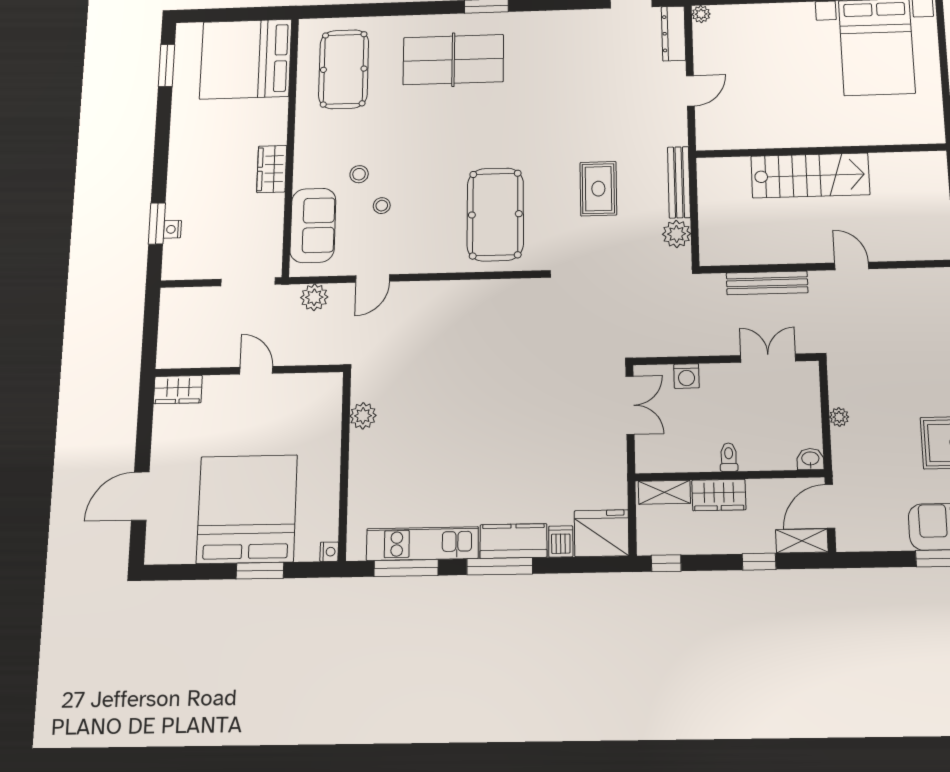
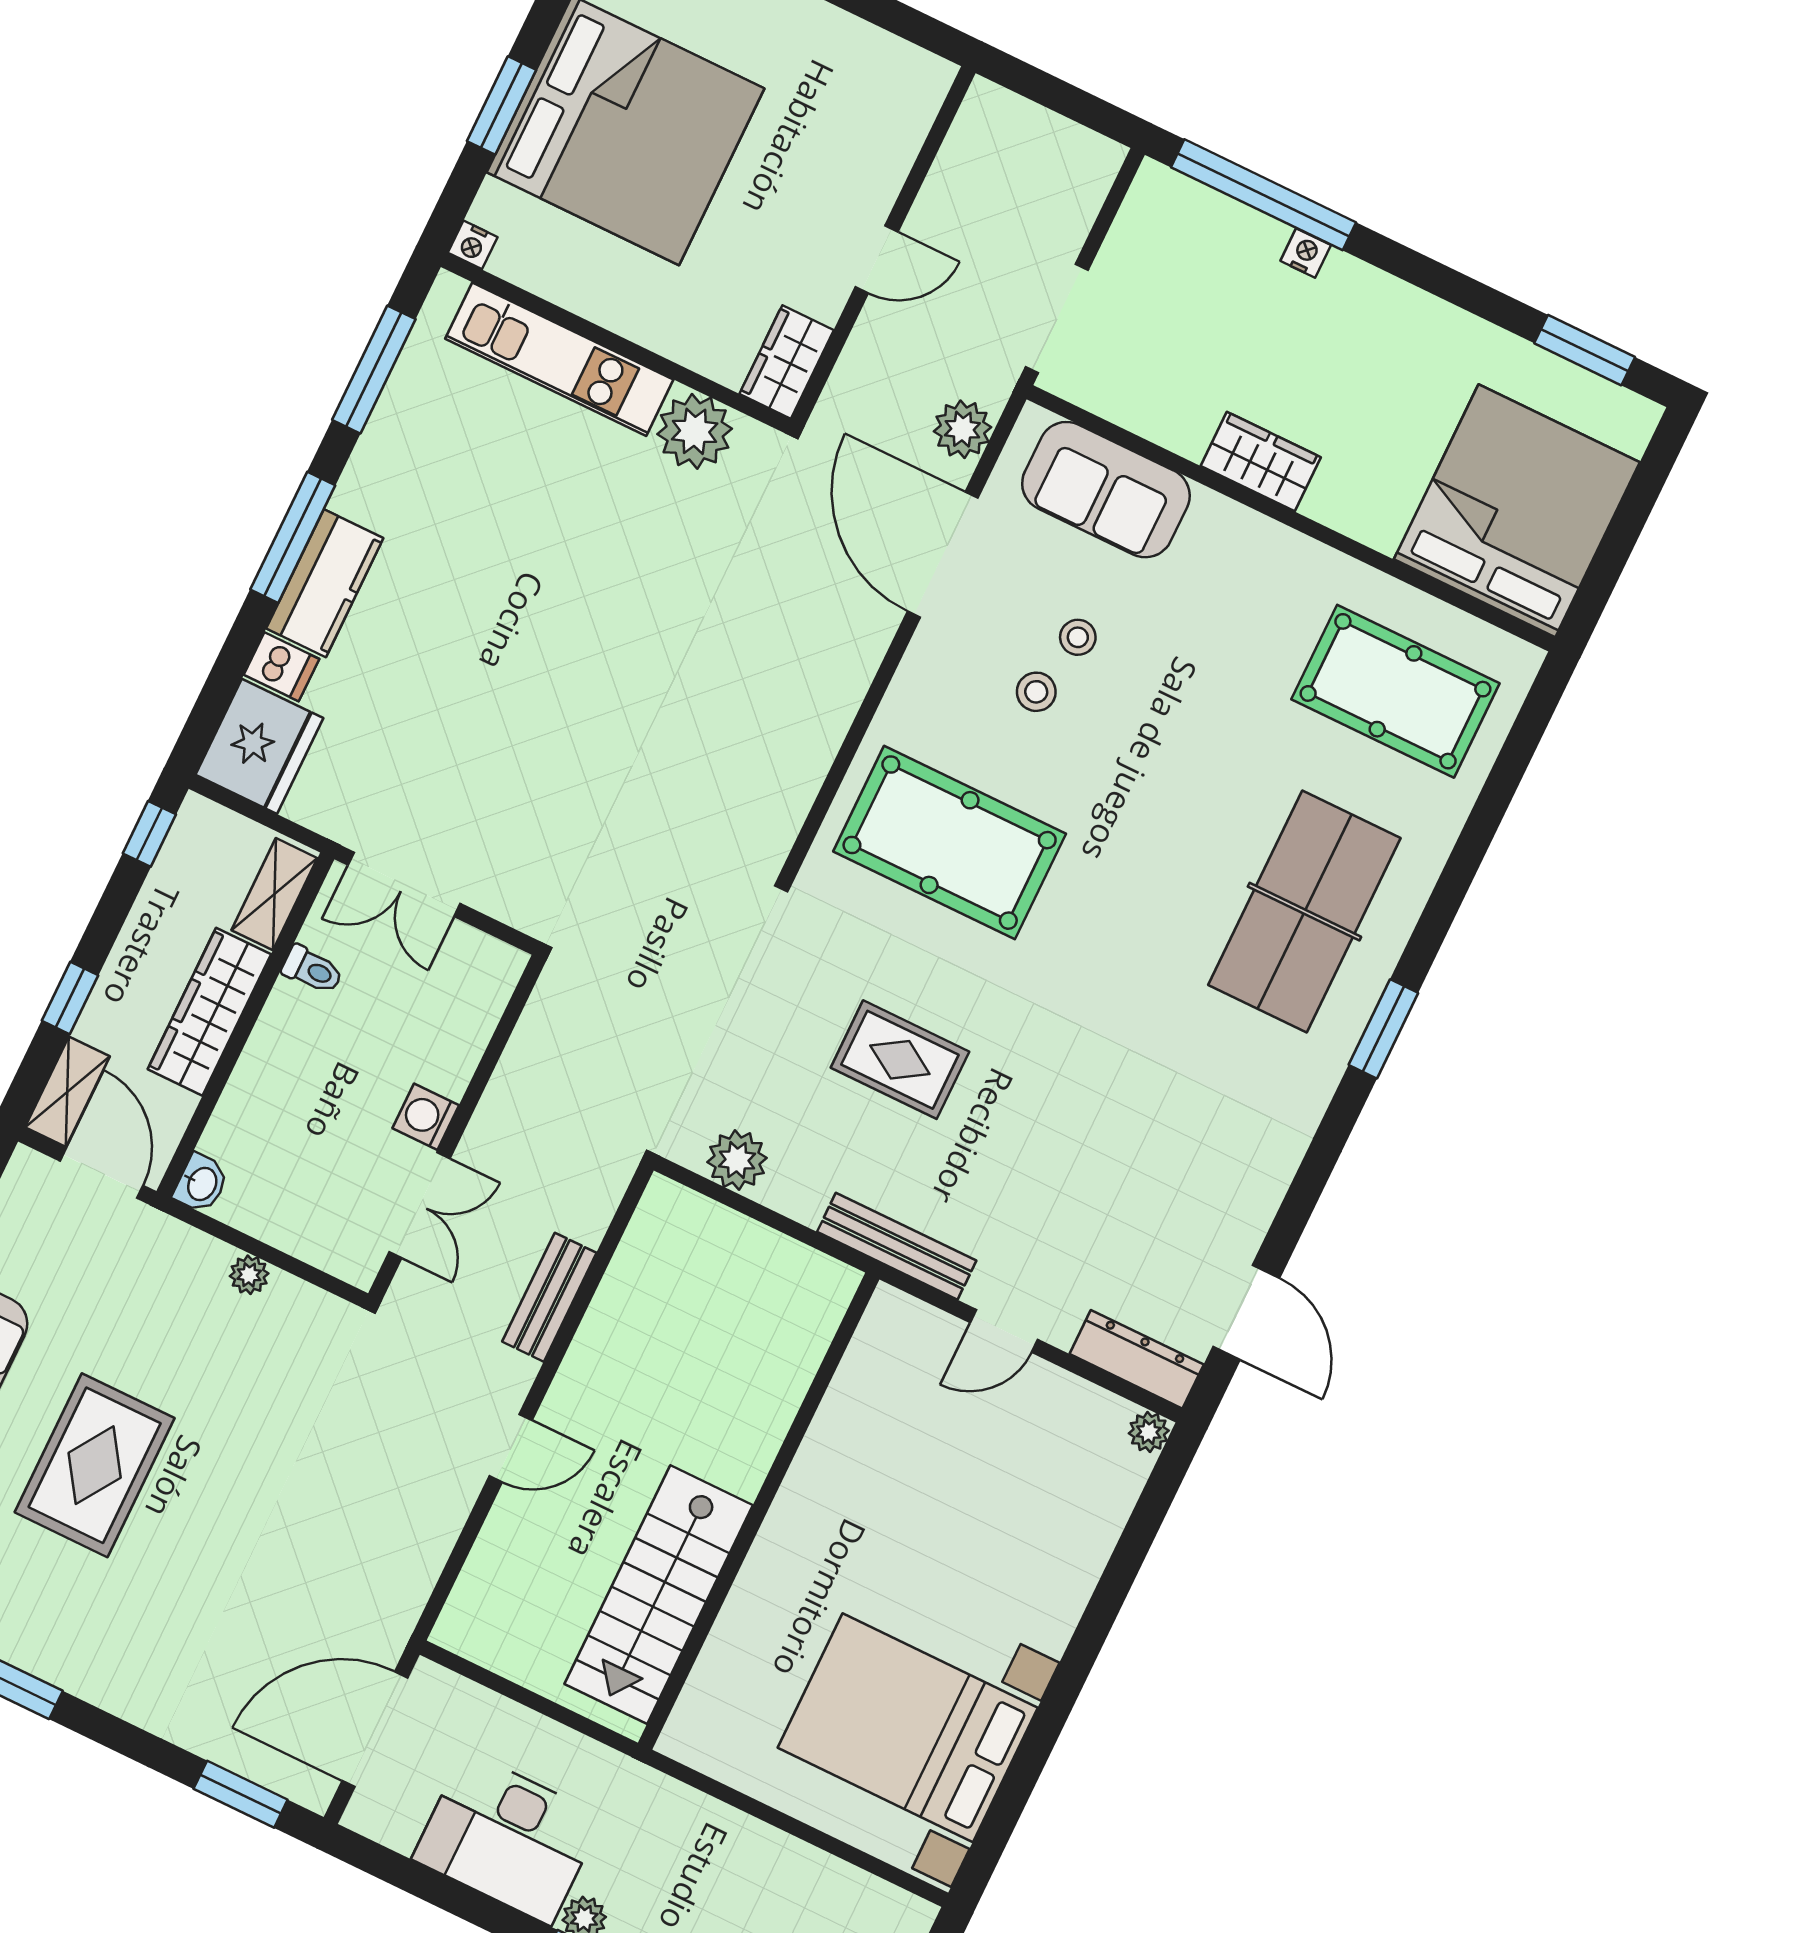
door: (690, 91) -> (1004, 1331), hinge flipped
stool: (359, 174) -> (1036, 692), moved
stairs: (810, 175) -> (659, 1595), moved
bench: (679, 182) -> (897, 1246), moved
window: (157, 223) -> (1263, 195), width x2.11
nightstand: (172, 229) -> (1306, 253), moved
door: (373, 279) -> (943, 555), width x1.88
bench: (767, 283) -> (549, 1297), width x0.73
washing machine: (687, 376) -> (426, 1117), moved
wardrobe: (178, 390) -> (787, 362), moved
double door: (630, 405) -> (404, 884), moved
plant: (363, 416) -> (695, 431), width x1.36, depth x1.36
toilet: (729, 457) -> (312, 970), moved
wardrobe: (719, 495) -> (209, 1012), width x1.50
kitchen unit: (422, 544) -> (559, 359), moved, turned 90

